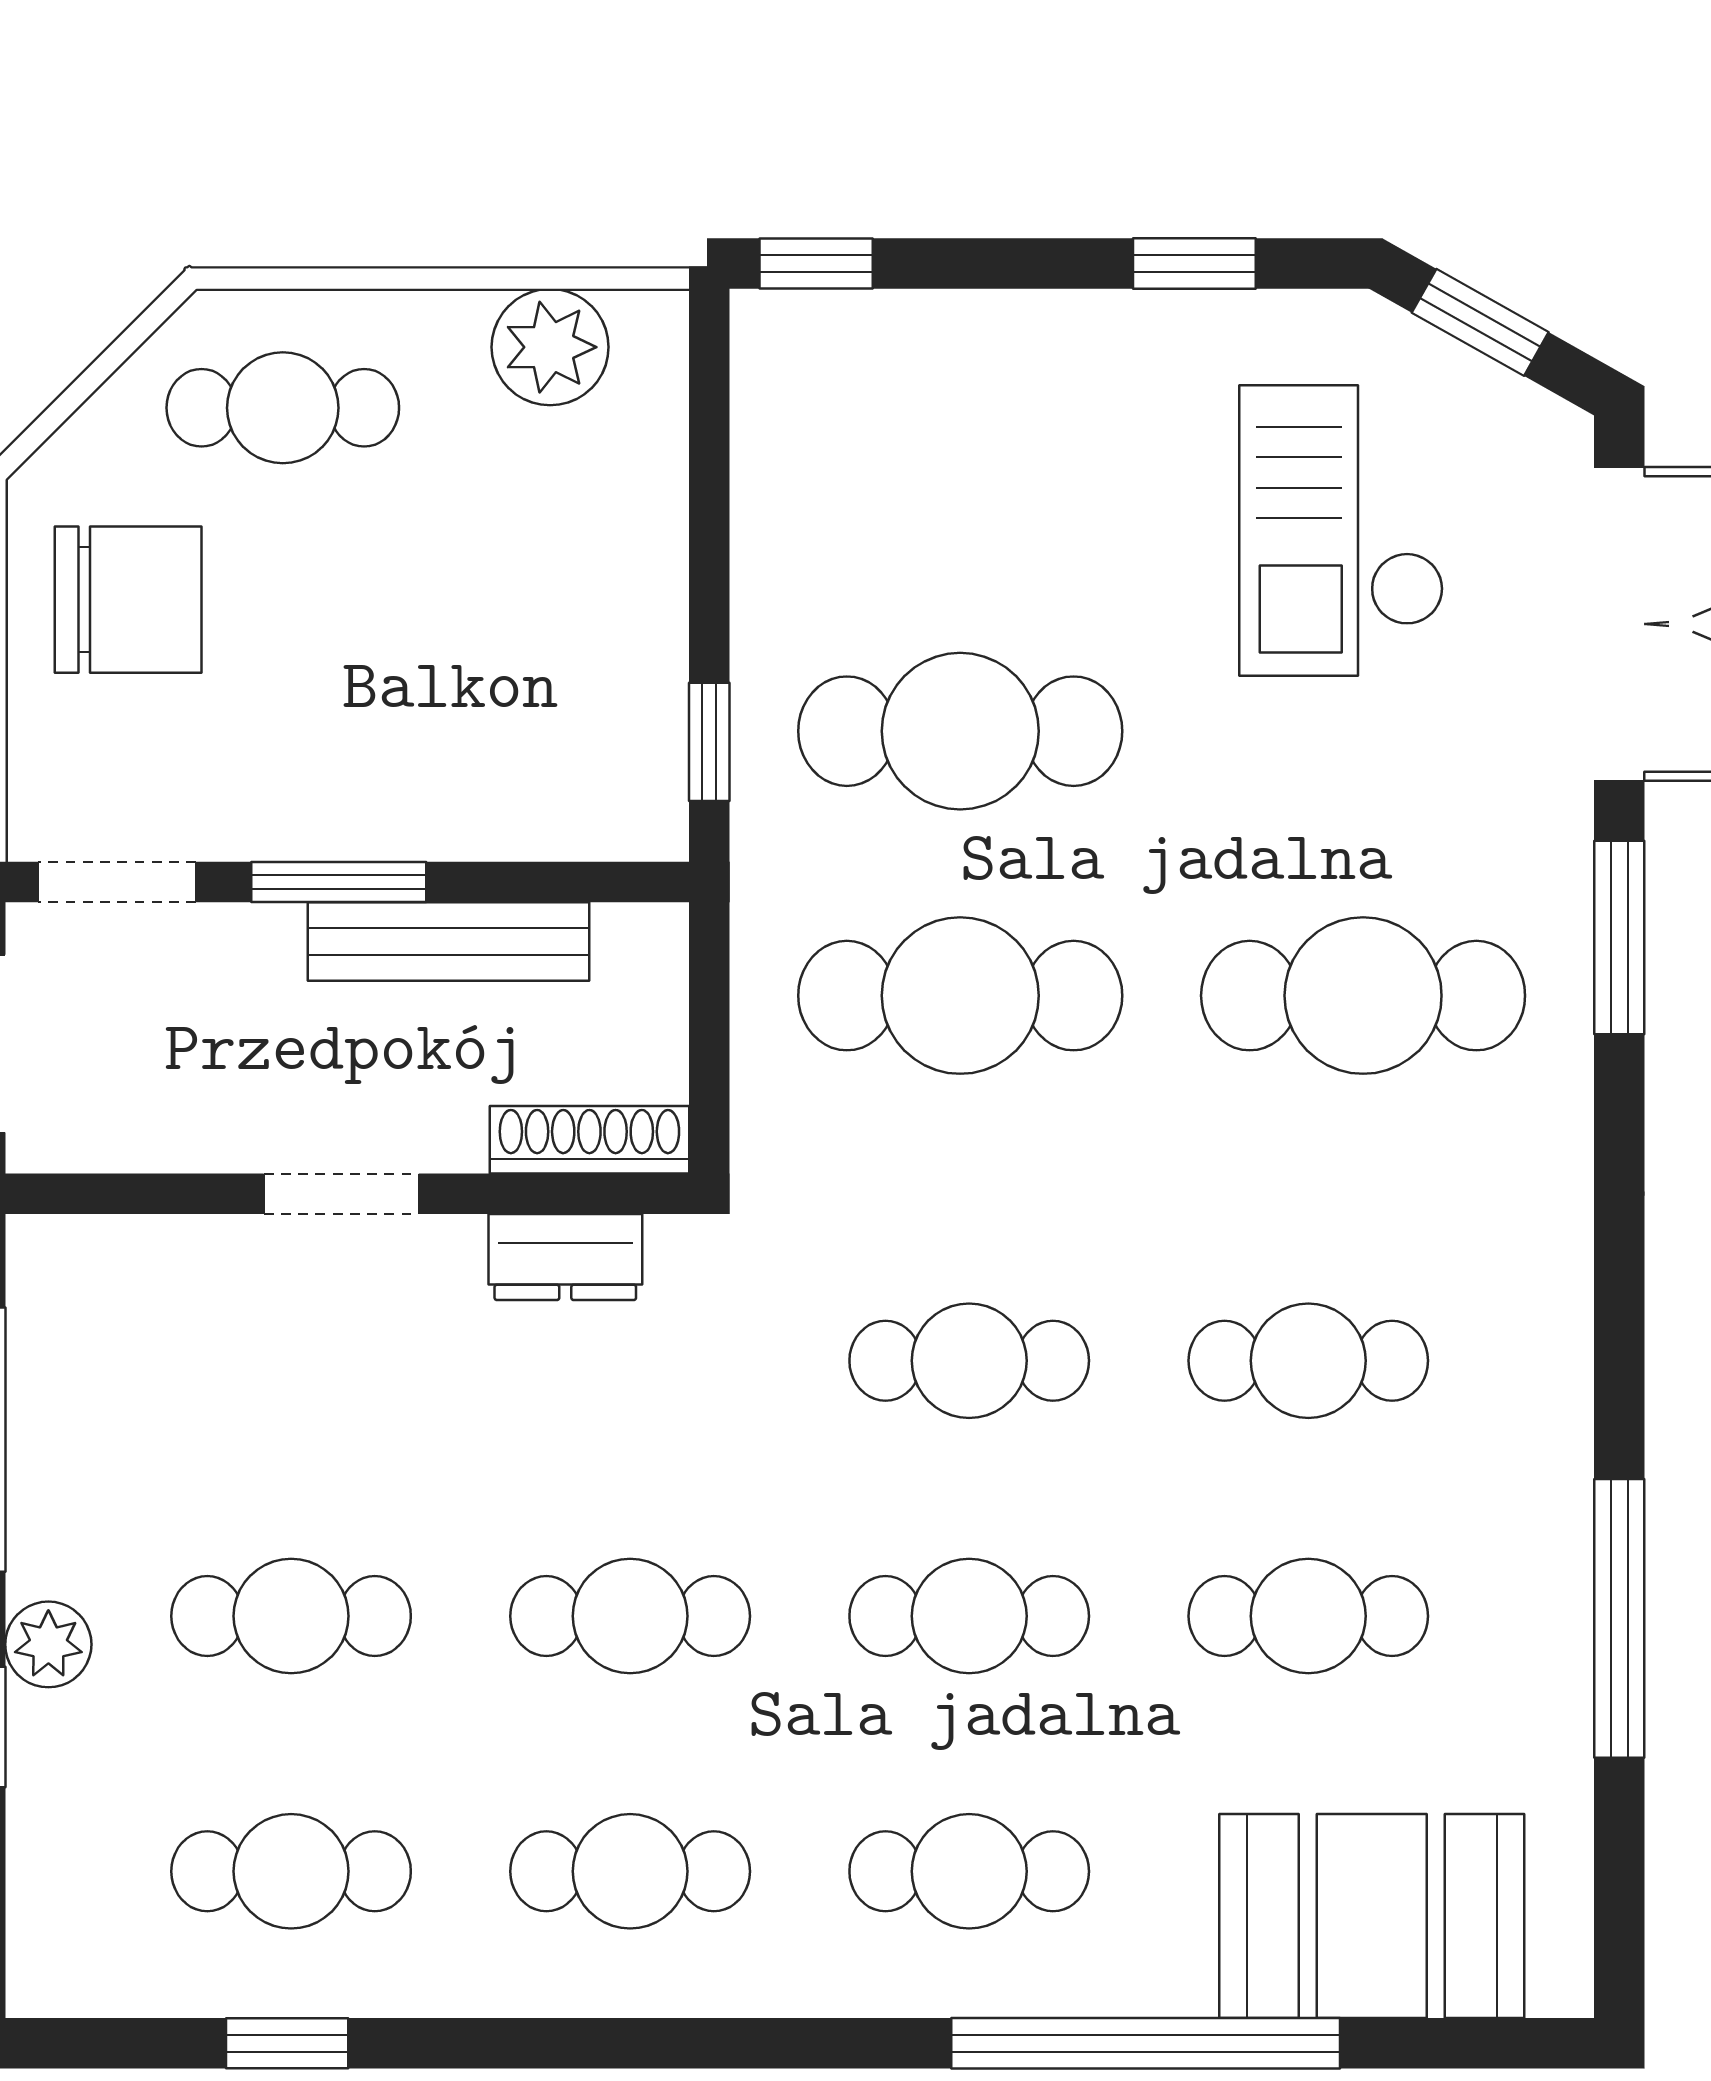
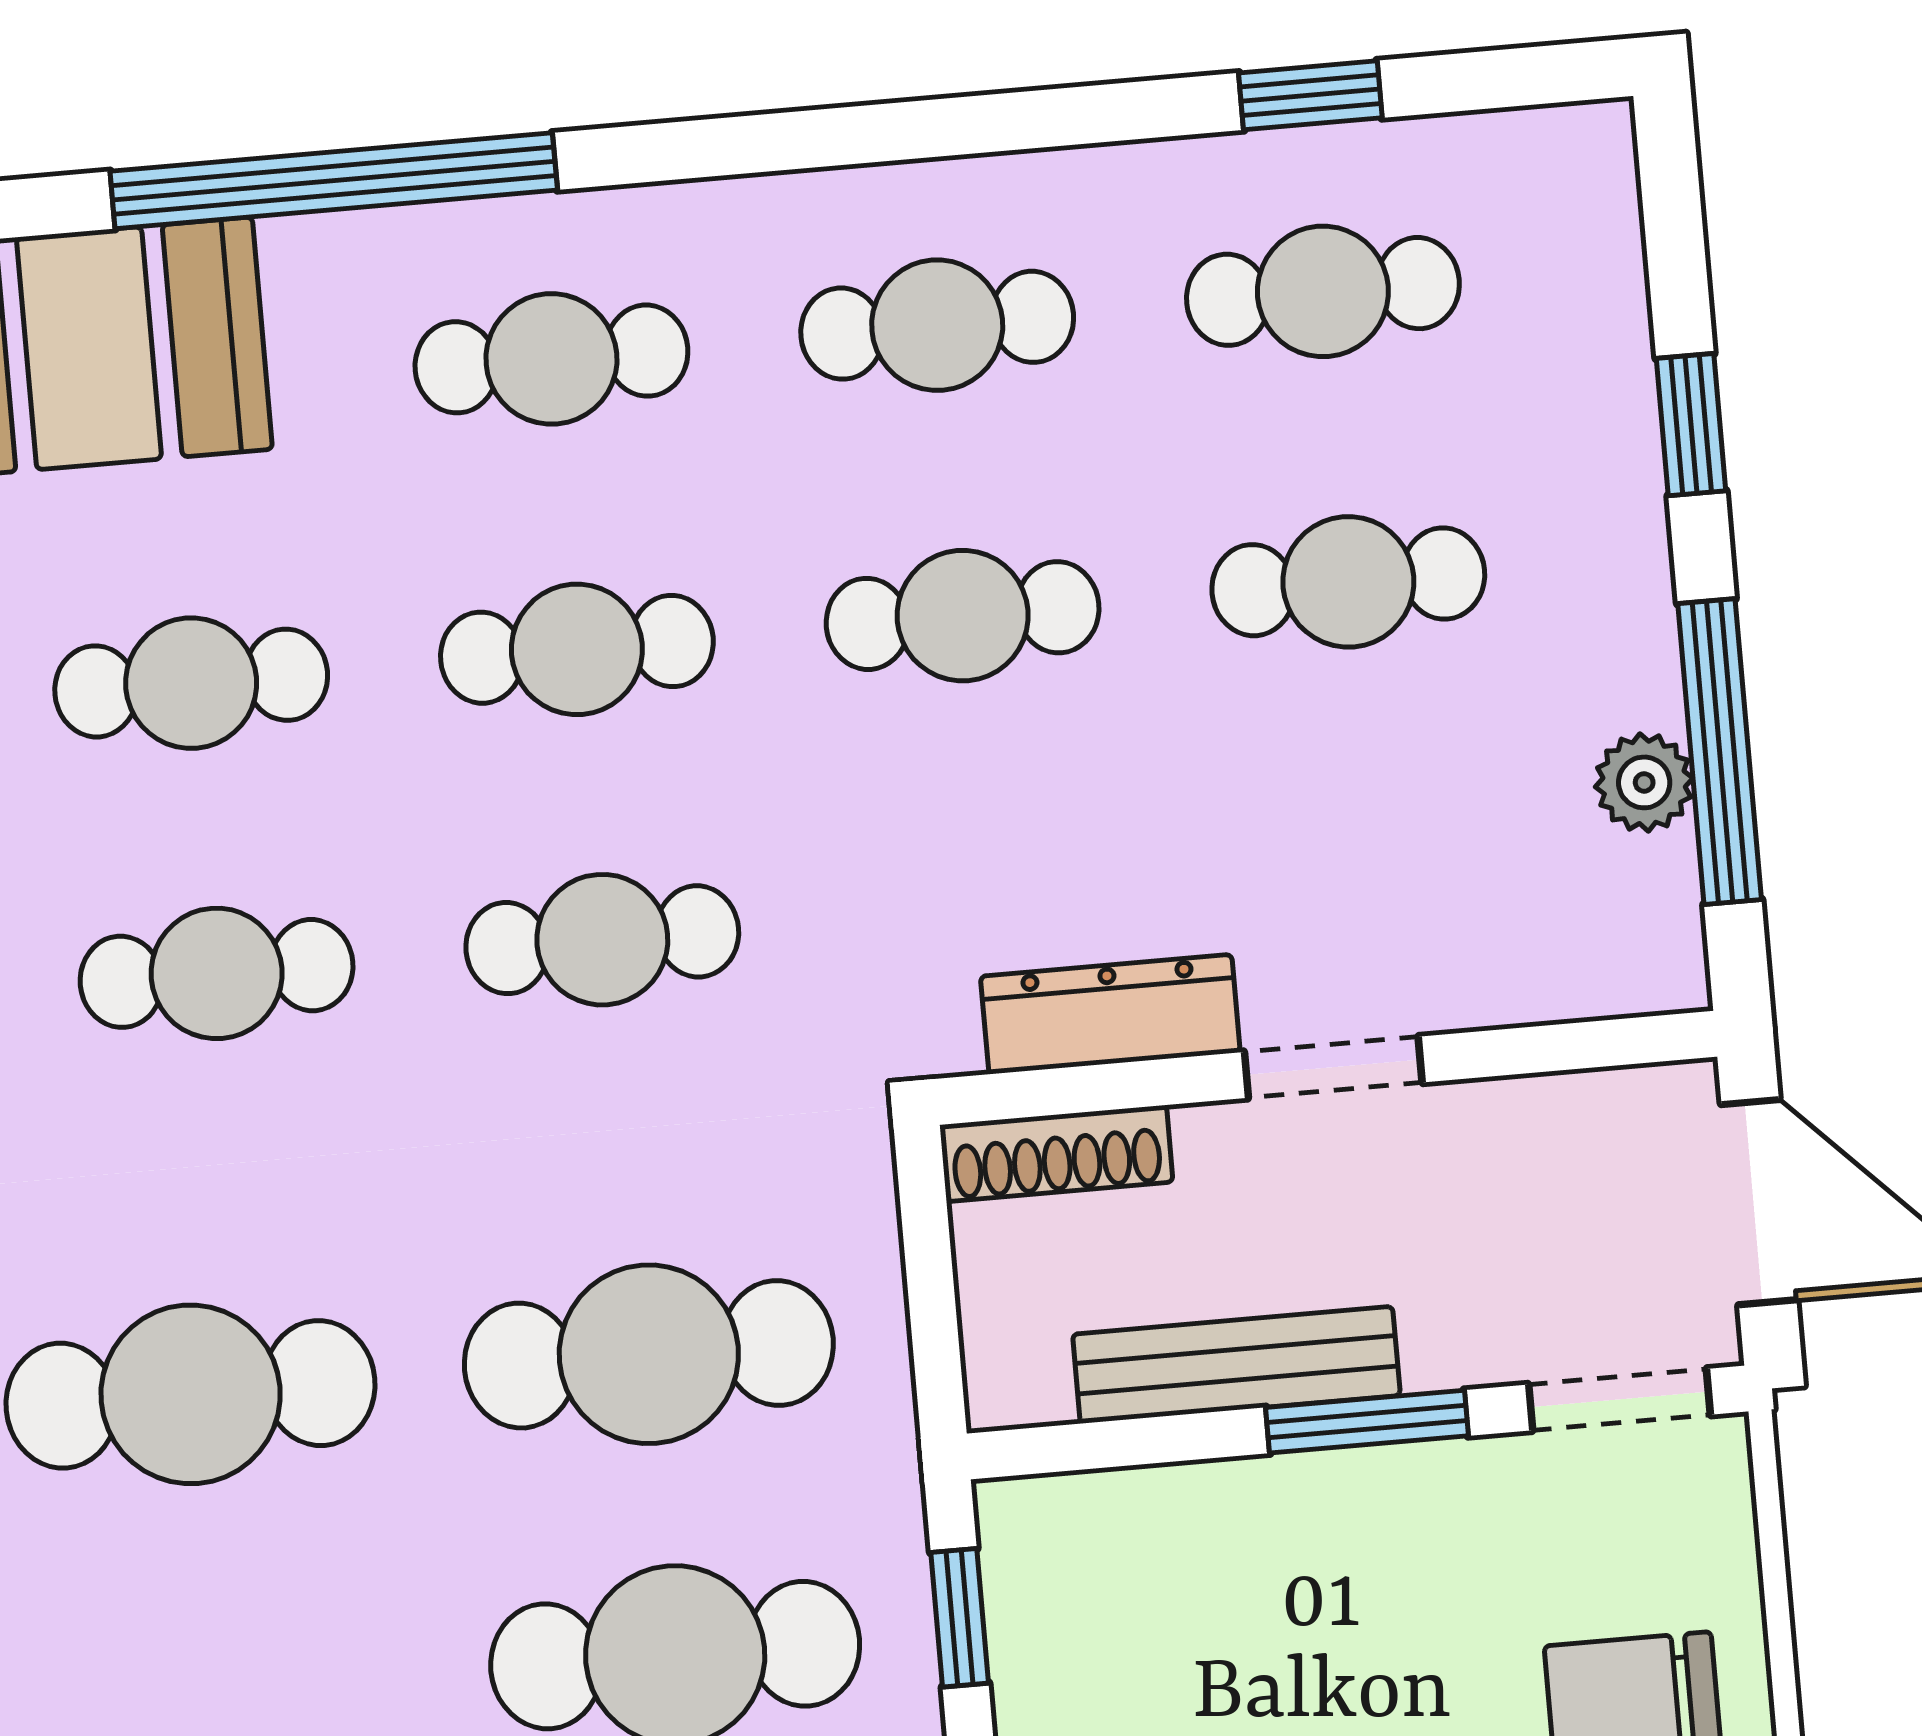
dresser: (565, 1257) -> (1110, 1014), width x1.44
plant: (48, 1644) -> (1644, 782), moved

